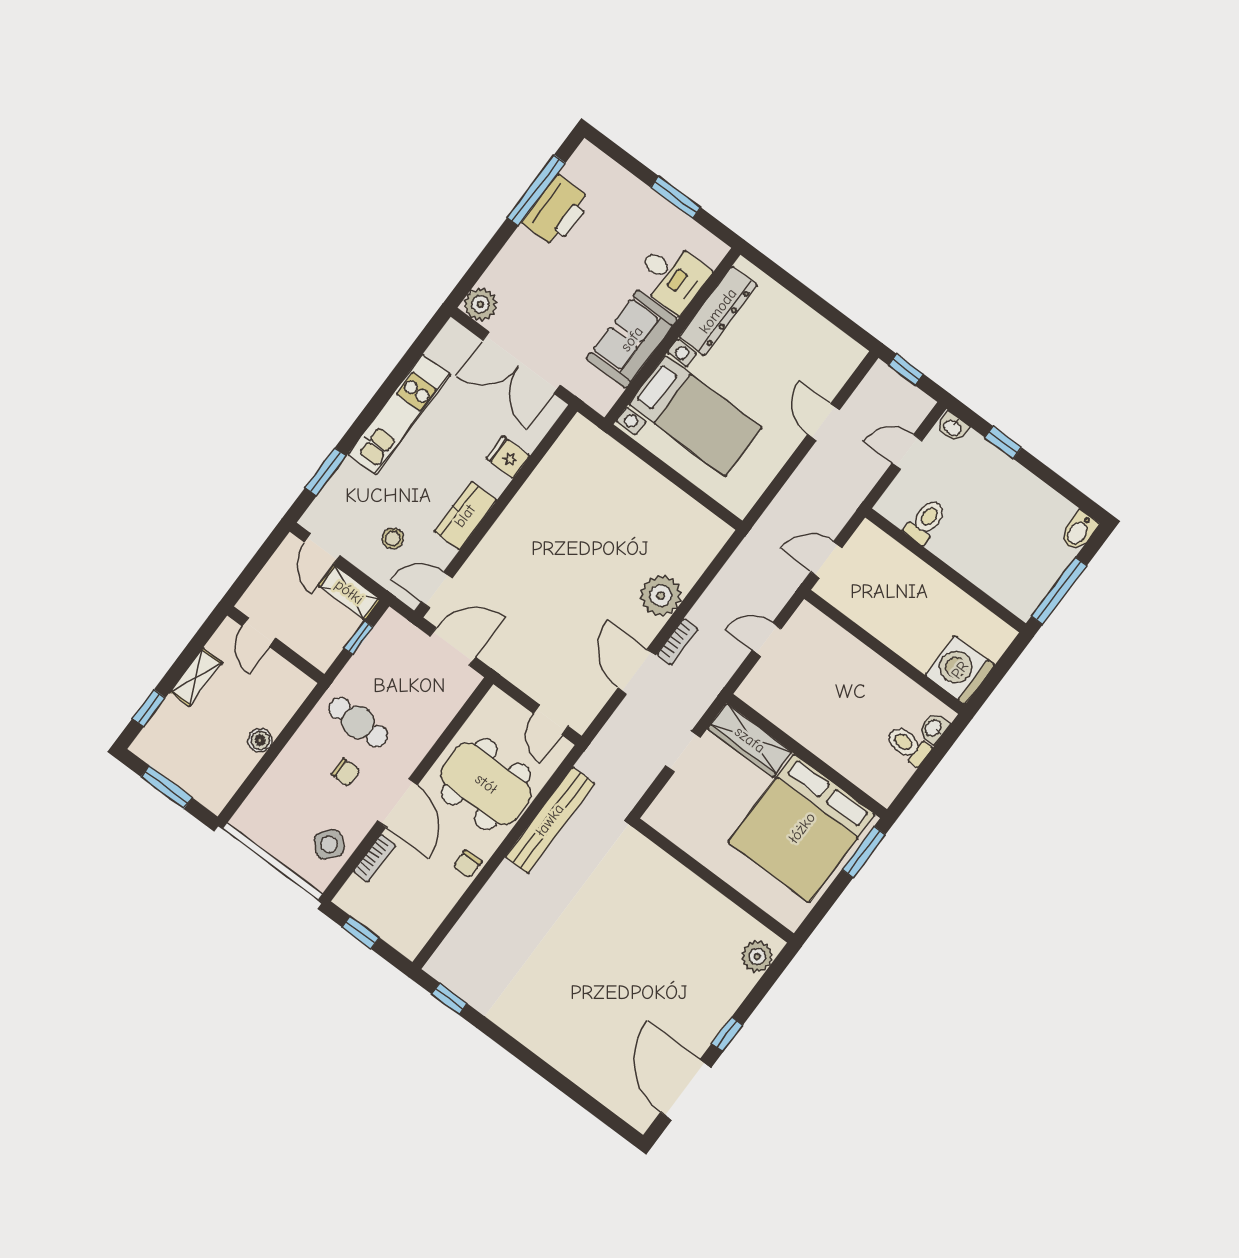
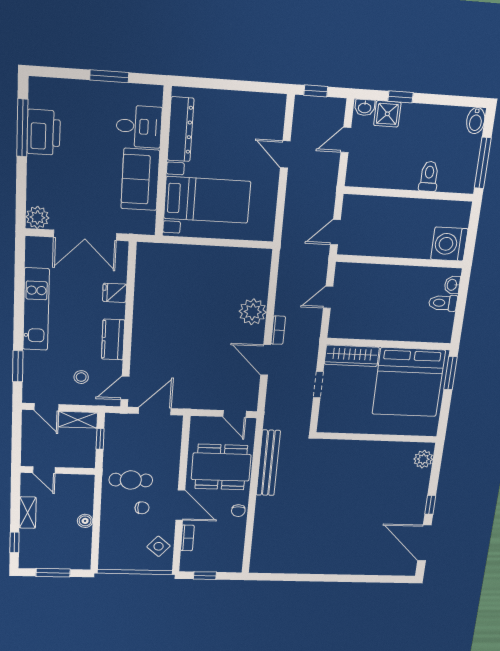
shower: (976, 453) -> (387, 114), added
toilet: (926, 521) -> (429, 176), moved
window: (449, 999) -> (273, 577), removed

